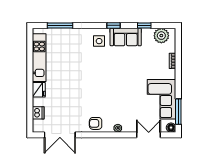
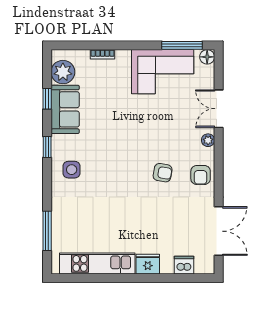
sofa: (126, 37) -> (65, 109), moved
armchair: (97, 99) -> (163, 173), added
double door: (149, 135) -> (219, 109), moved

